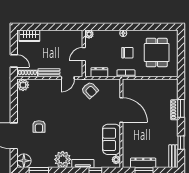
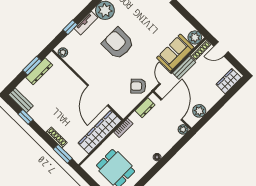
plant: (67, 36) -> (199, 111), added
chair: (127, 53) -> (138, 145), removed
door: (84, 54) -> (171, 109), width x1.87
wardrobe: (143, 86) -> (100, 132), added
window: (181, 108) -> (63, 154), moved
door: (121, 110) -> (98, 95), hinge flipped
armchair: (39, 127) -> (118, 44), moved, width x1.88, depth x1.88
sofa: (111, 139) -> (175, 53), moved, turned -90

